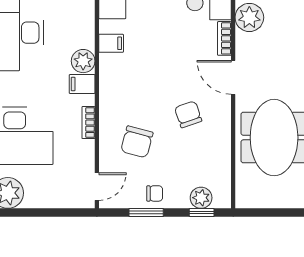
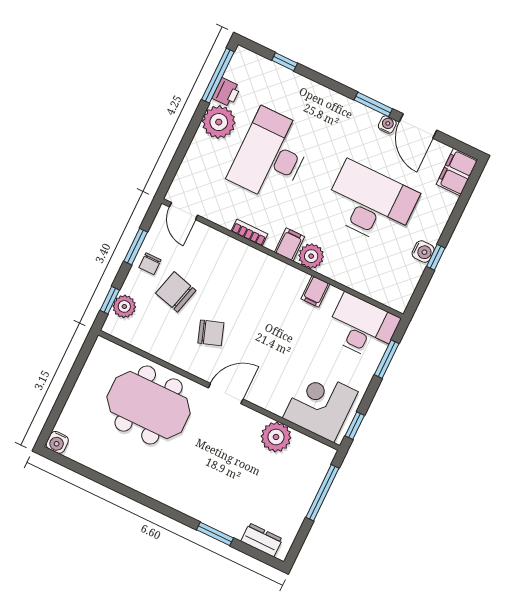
bookcase: (224, 38) -> (267, 403), removed
chair: (137, 142) -> (176, 292), moved

